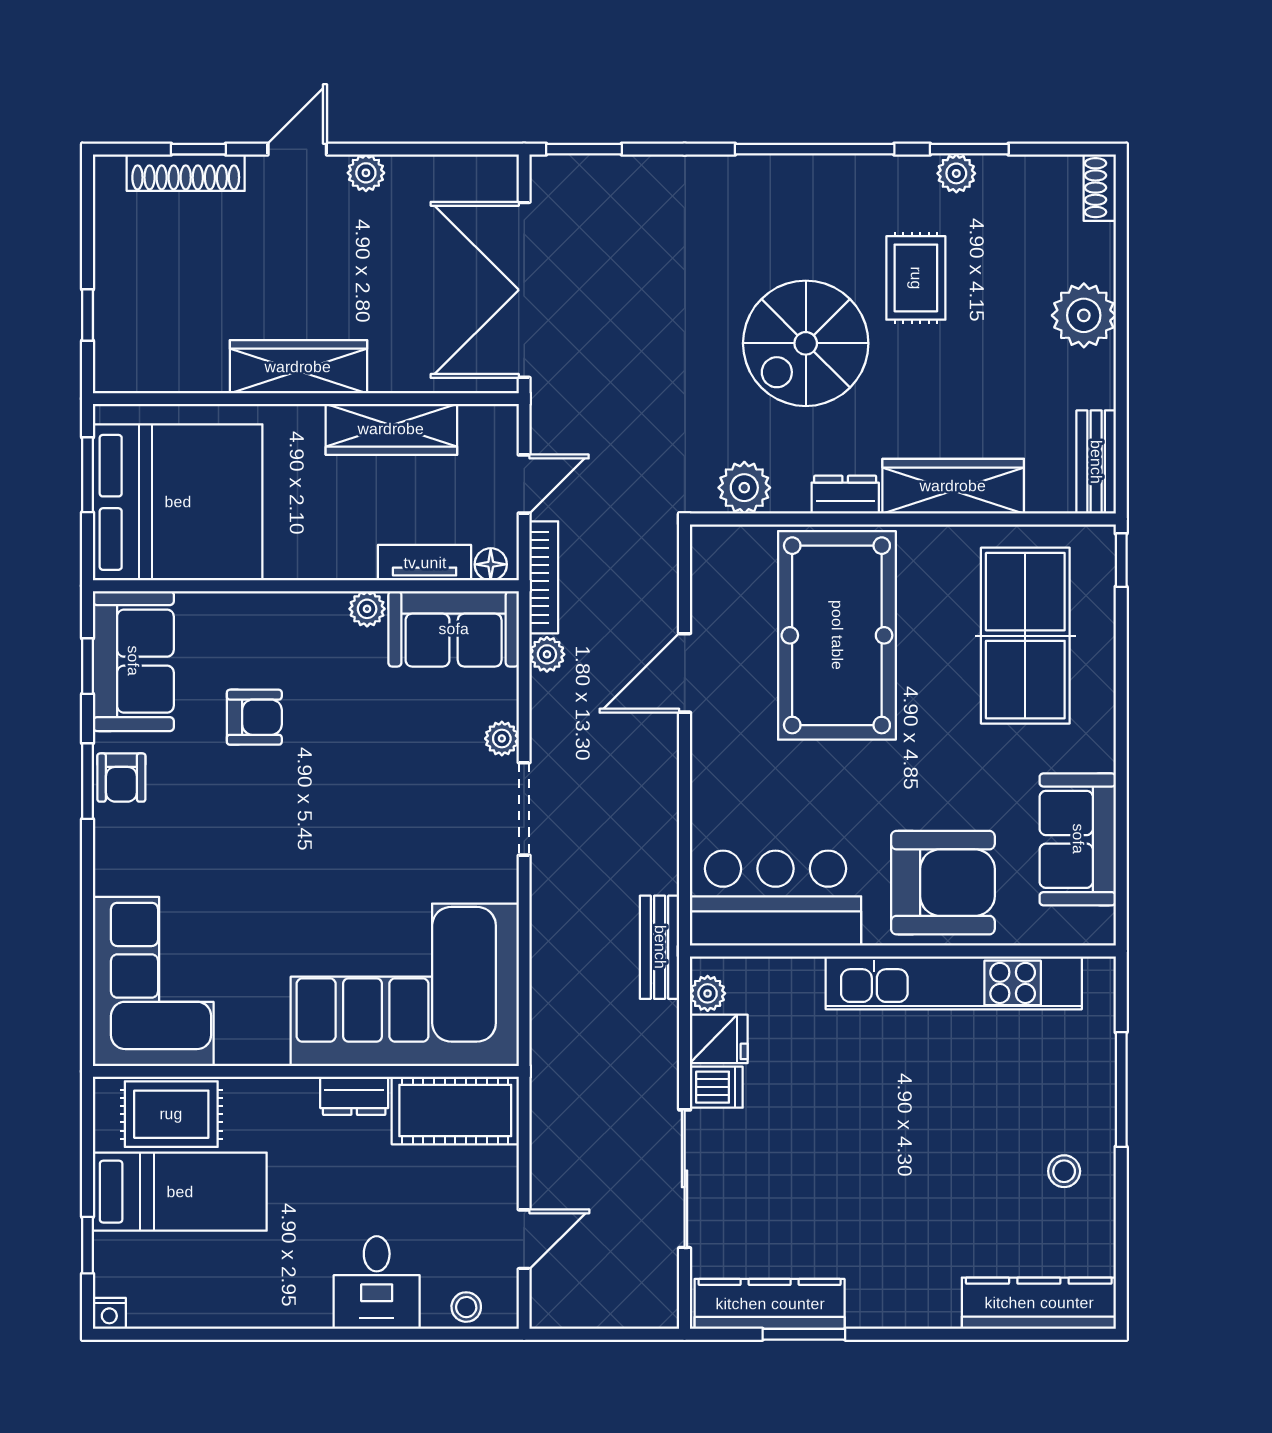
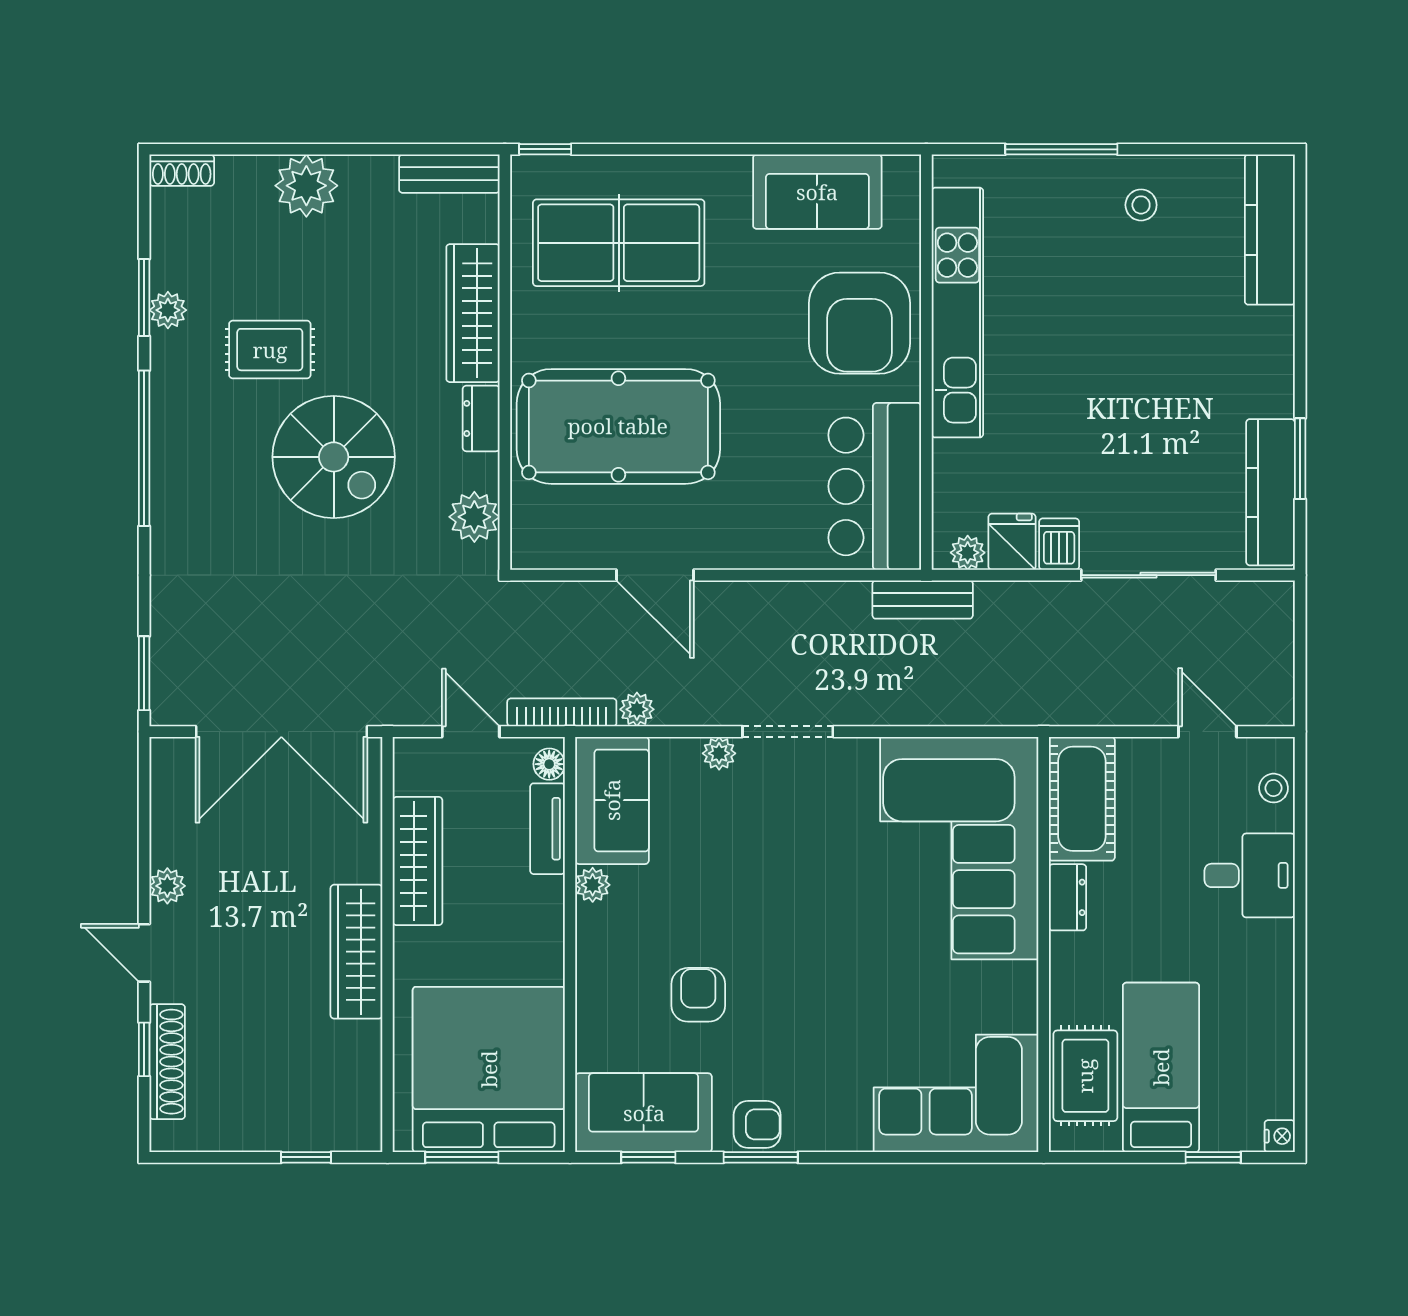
armchair: (943, 883) -> (860, 323), turned 180

